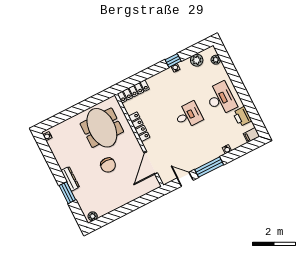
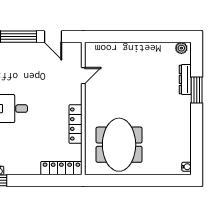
door: (151, 163) -> (83, 76), width x0.53
chair: (108, 165) -> (134, 98), removed
dresser: (70, 179) -> (185, 79), moved

